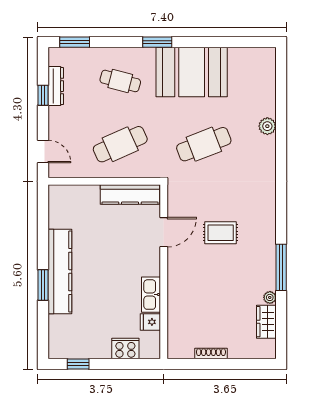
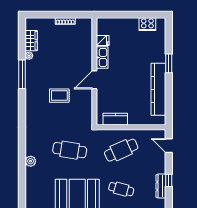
cafe table: (204, 144) -> (70, 150), turned 30
kitchen counter: (130, 195) -> (115, 119), width x0.67
door: (164, 232) -> (94, 80), moved
kitchen counter: (60, 272) -> (158, 89), moved
cooker: (125, 349) -> (147, 24), moved
window: (78, 364) -> (147, 15), removed

